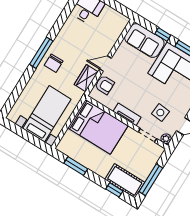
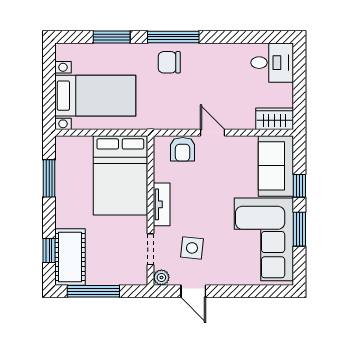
wardrobe: (86, 78) -> (275, 119), moved
window: (21, 86) -> (112, 37), added

